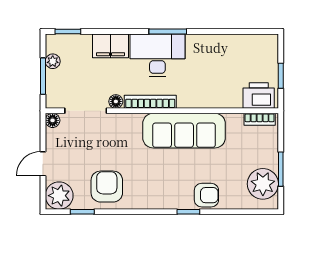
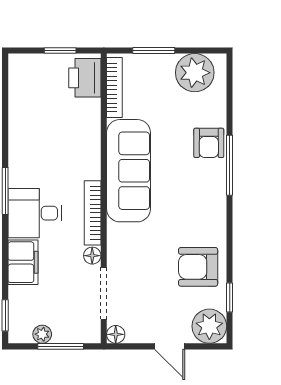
desk: (157, 55) -> (35, 213), width x0.73
bookcase: (260, 119) -> (114, 87), width x1.56
window: (281, 169) -> (154, 50), moved
armchair: (206, 195) -> (209, 143), turned 180
window: (188, 212) -> (230, 165), width x2.17

